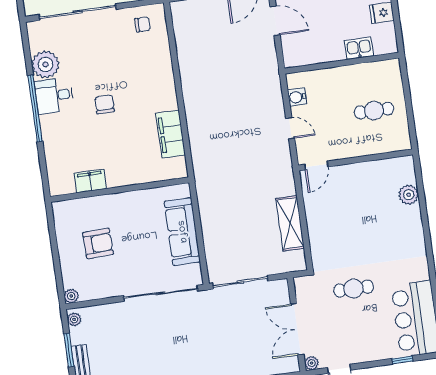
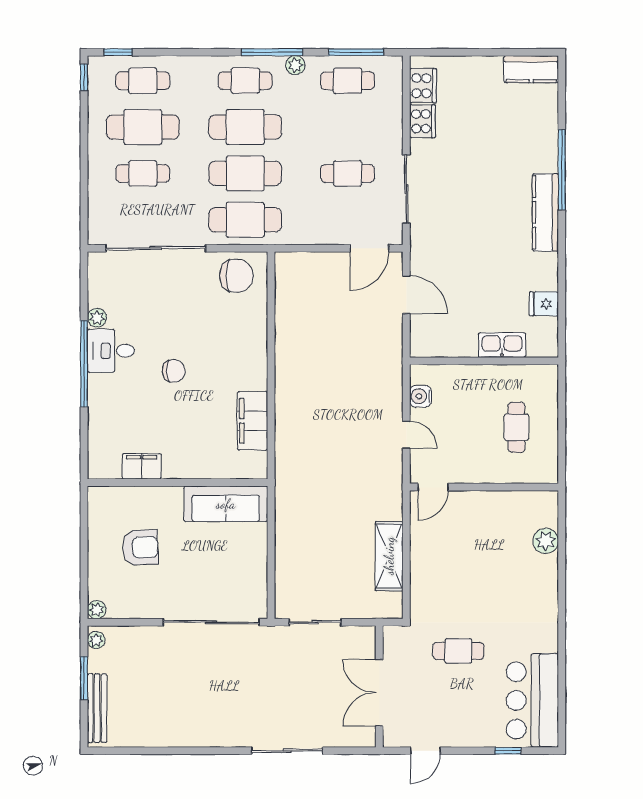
chair: (143, 24) -> (236, 276), width x1.87, depth x1.87
kitchen sink: (359, 48) -> (502, 345), width x1.38
plant: (45, 64) -> (97, 318), width x0.53, depth x0.53
chair: (105, 104) -> (174, 371), turned 88
cafe table: (374, 111) -> (516, 427), turned 90
sofa: (182, 232) -> (226, 504), moved, turned -90
sliding door: (240, 282) -> (315, 622), width x0.73
plant: (312, 363) -> (392, 738), removed

